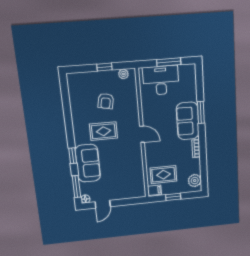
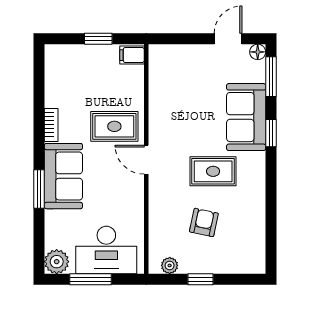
rug: (163, 175) -> (114, 126), moved
plant: (195, 181) -> (57, 262), moved

